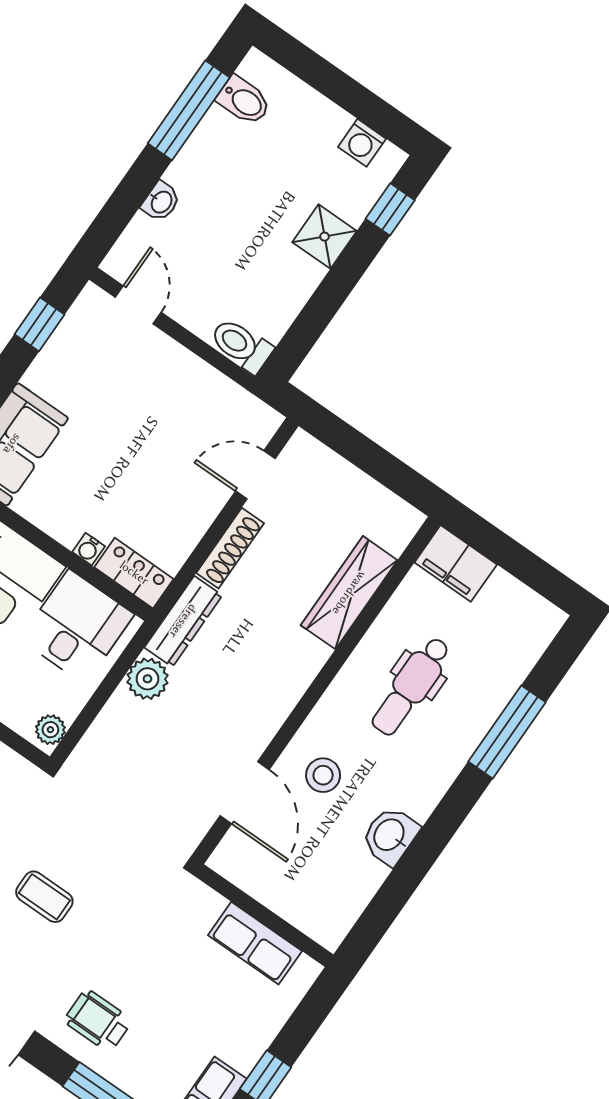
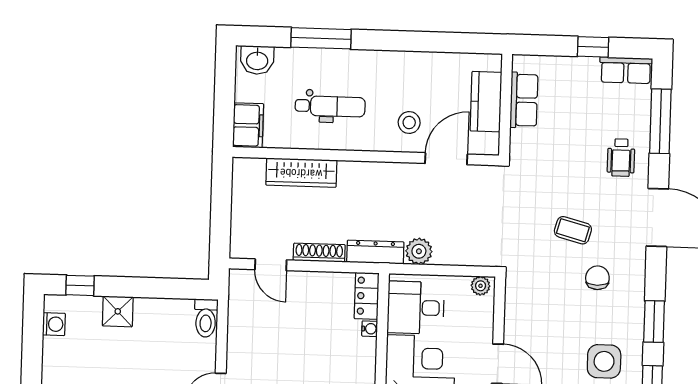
washbasin: (390, 835) -> (257, 60), moved
kitchen counter: (285, 893) -> (486, 102), added
coffee table: (44, 897) -> (573, 230), turned -75

